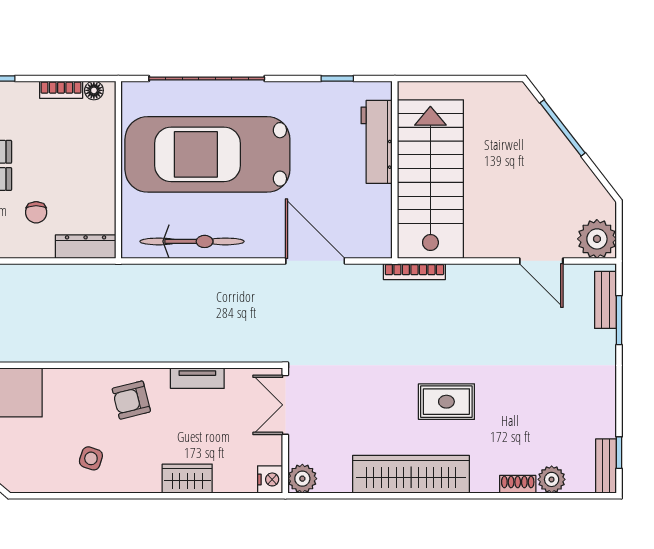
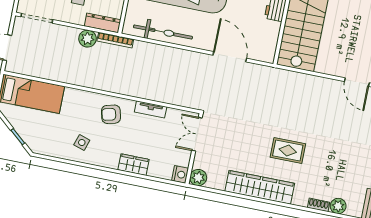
bookcase: (414, 272) -> (115, 40), moved
plant: (65, 279) -> (87, 39), added

